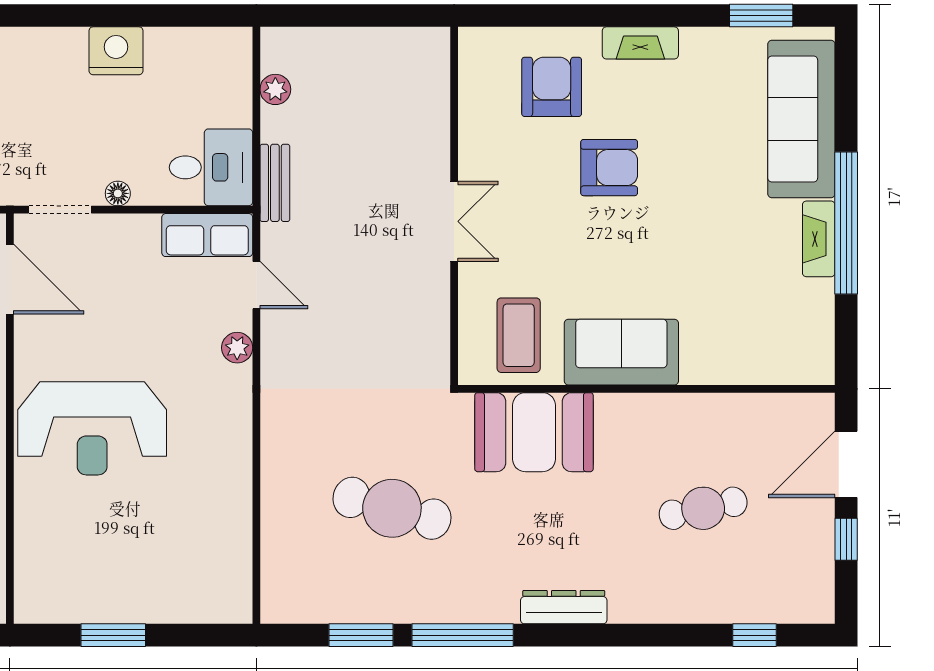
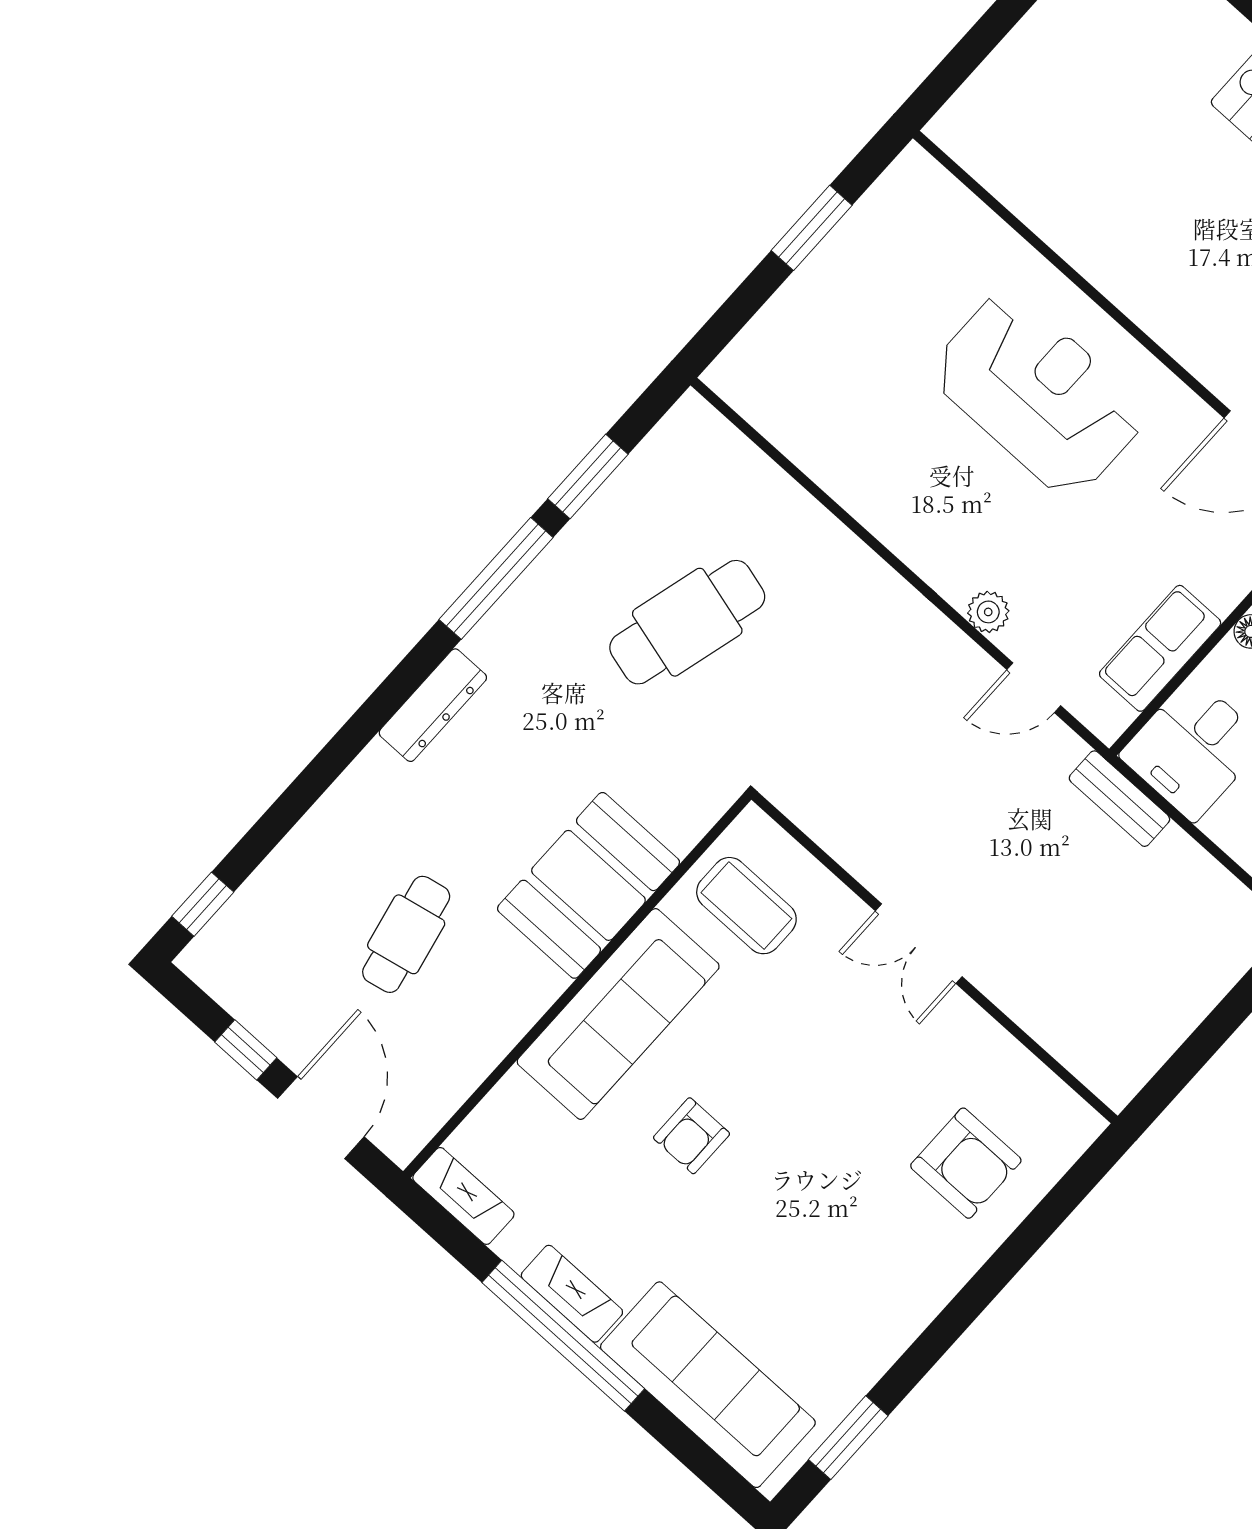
fireplace: (640, 43) -> (463, 1196), moved, turned 90
plant: (275, 89) -> (1213, 884), removed
armchair: (609, 168) -> (692, 1136), moved, width x0.72, depth x0.72
row of seats: (207, 235) -> (1160, 648), moved
sofa: (621, 352) -> (618, 1014), width x1.36
reception desk: (92, 428) -> (1038, 393), turned 90
booth: (534, 432) -> (588, 885), moved
window: (755, 635) -> (203, 904), moved

